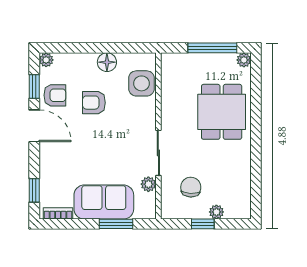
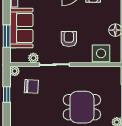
armchair: (94, 103) -> (69, 39), moved
plant: (216, 212) -> (15, 71), moved

